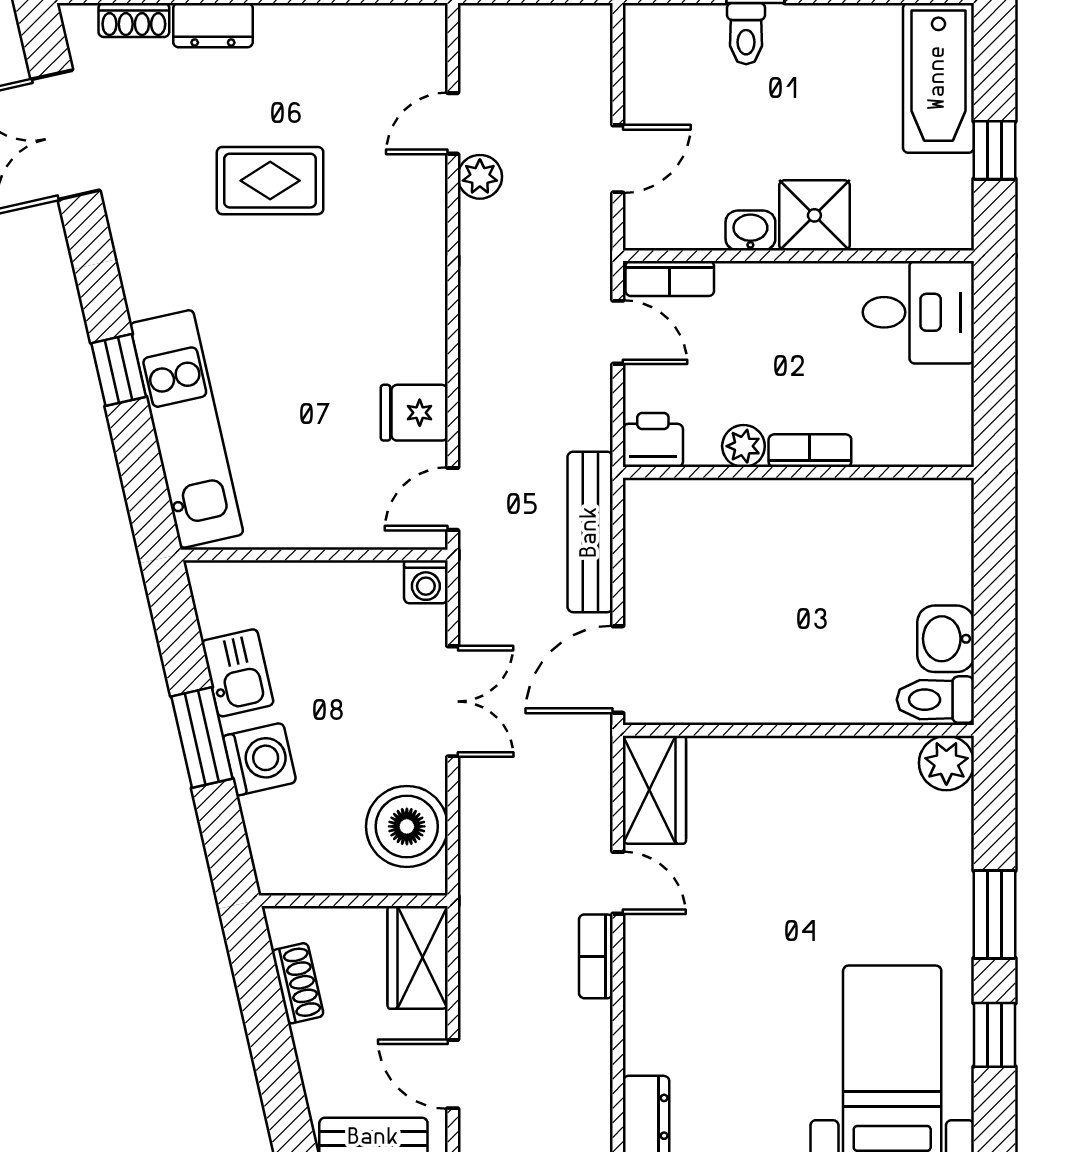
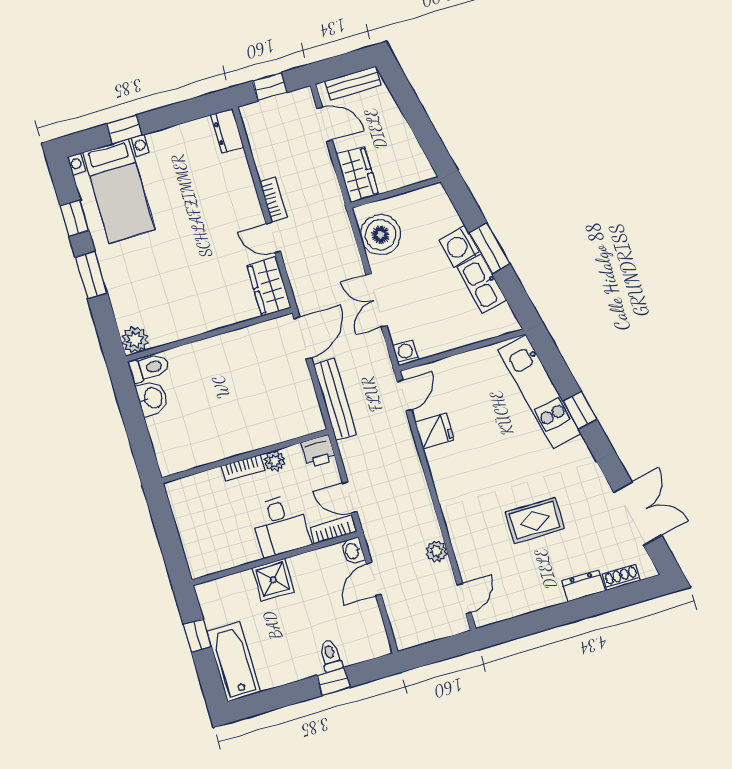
door: (453, 123) -> (464, 599), moved
washbasin: (750, 230) -> (353, 551), moved, turned 90
desk: (918, 312) -> (280, 526), moved, turned -90
kitchen sink: (238, 673) -> (482, 284), width x1.38
shoe rack: (298, 983) -> (410, 146), removed

